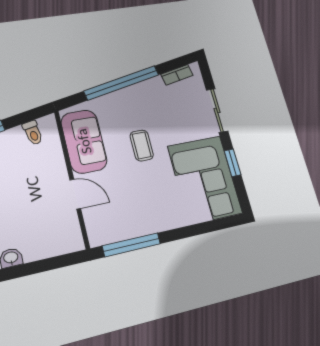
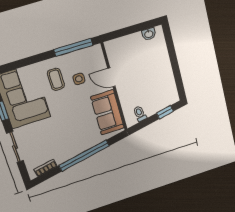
coffee table: (142, 145) -> (56, 79), moved
side table: (125, 197) -> (79, 79), added

